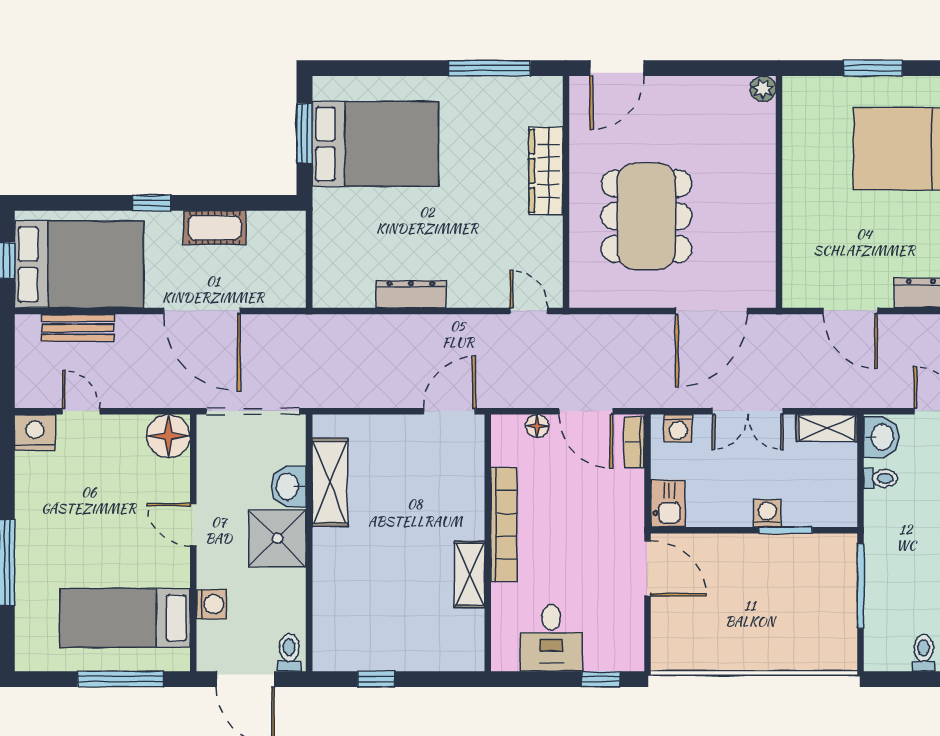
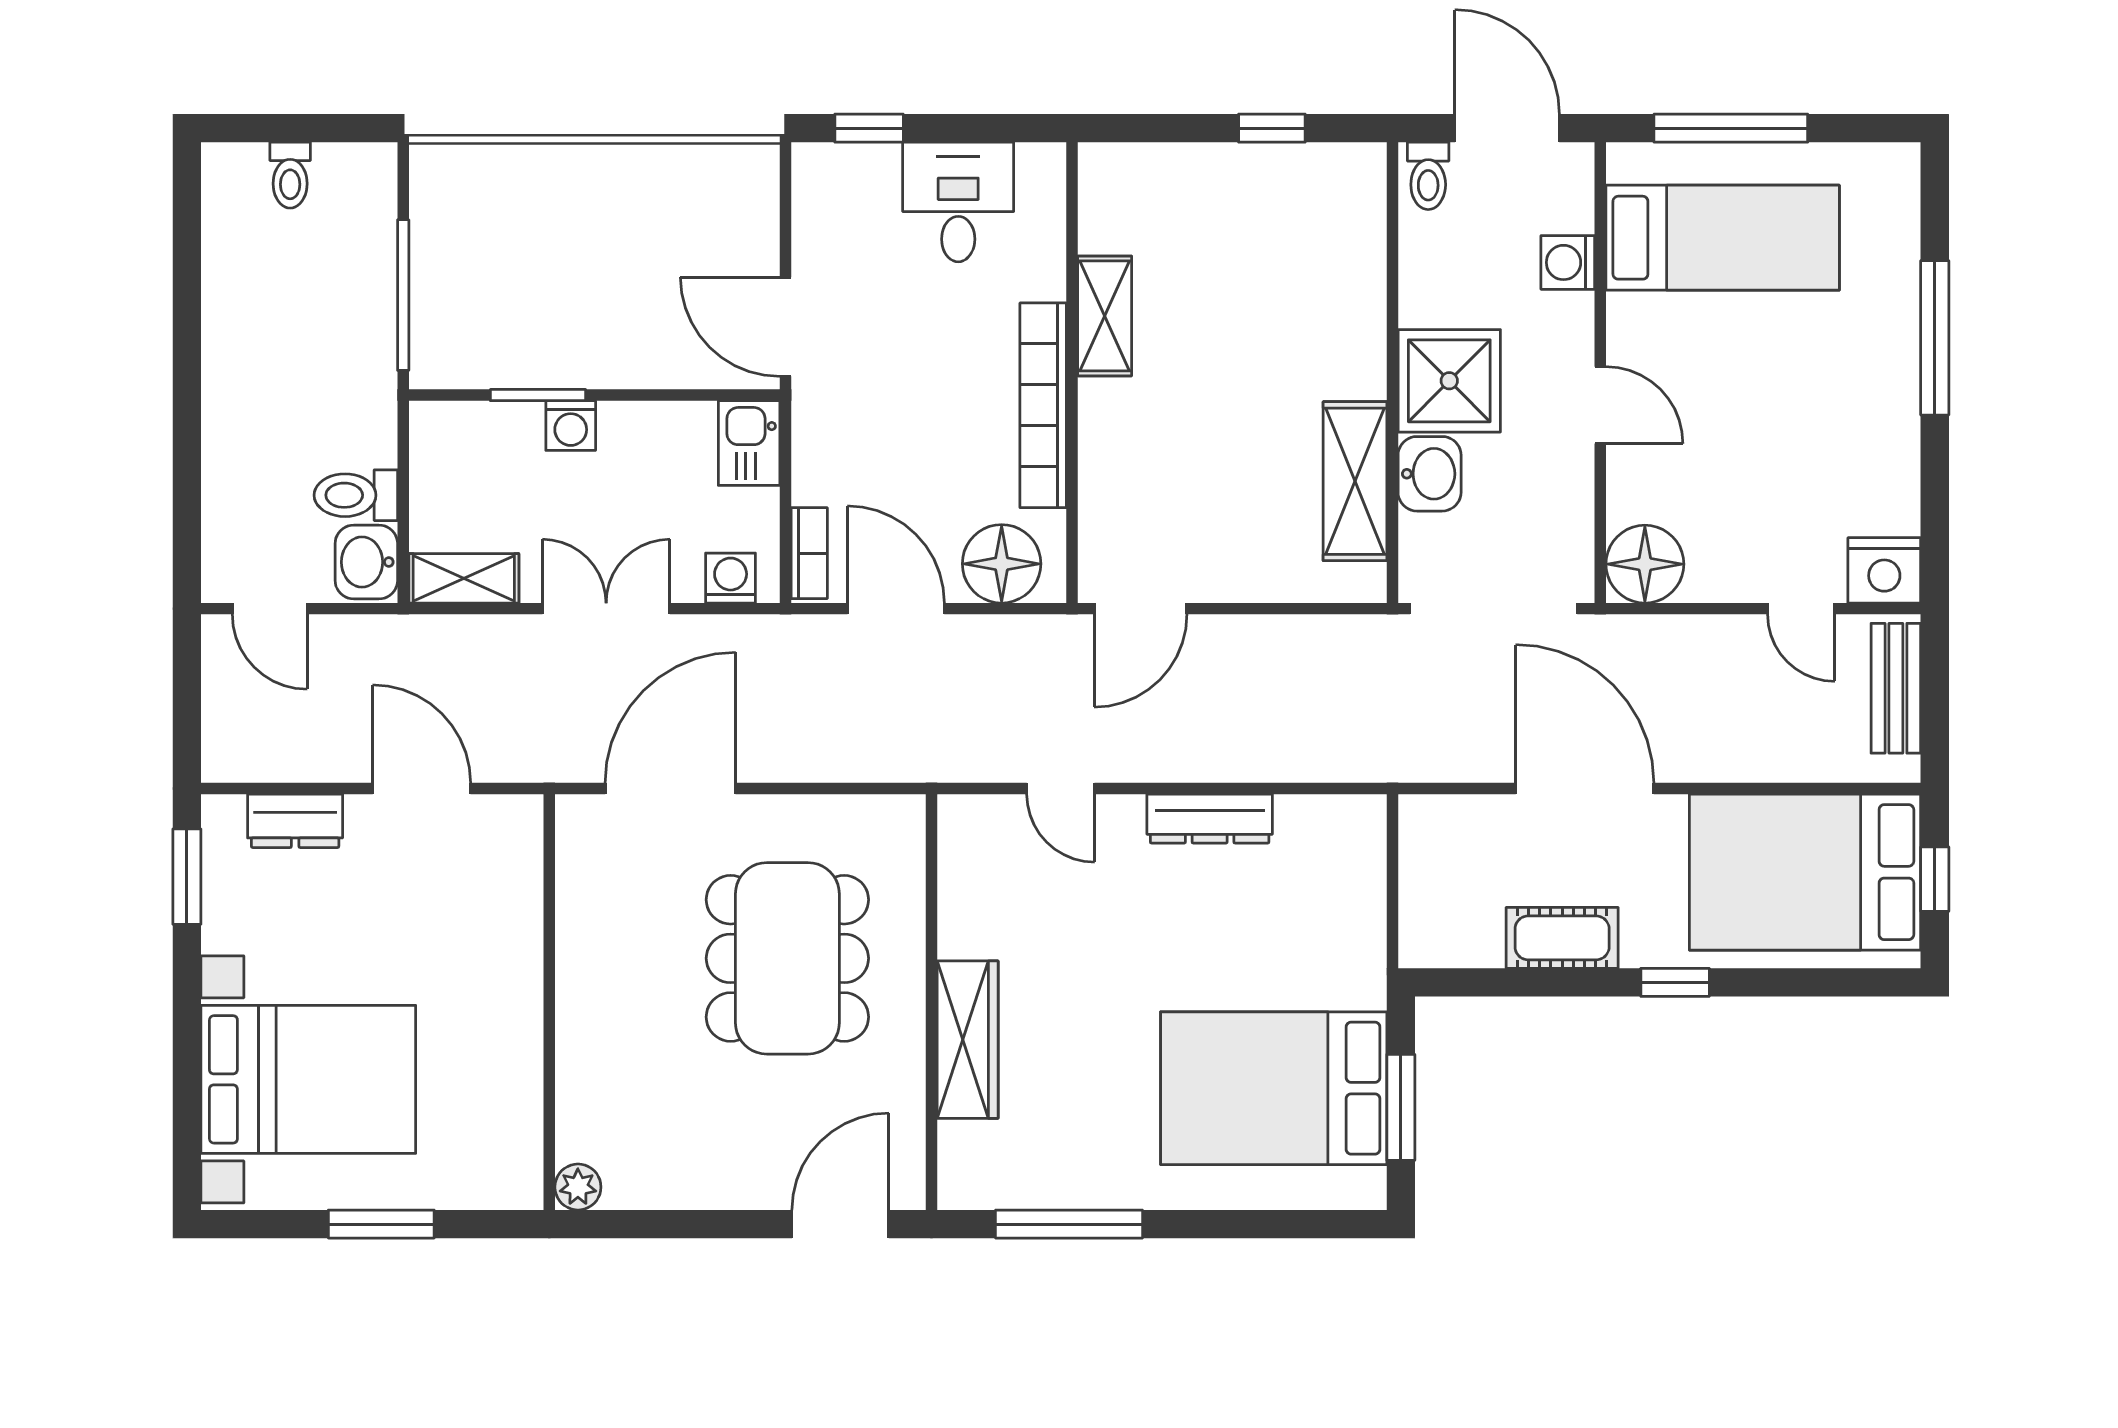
door: (529, 311) -> (1061, 788), moved
bench: (78, 328) -> (1896, 688), moved, turned 90
floor lamp: (537, 426) -> (1002, 564), width x1.89, depth x1.89
toilet: (880, 478) -> (356, 495), width x1.37, depth x1.39

